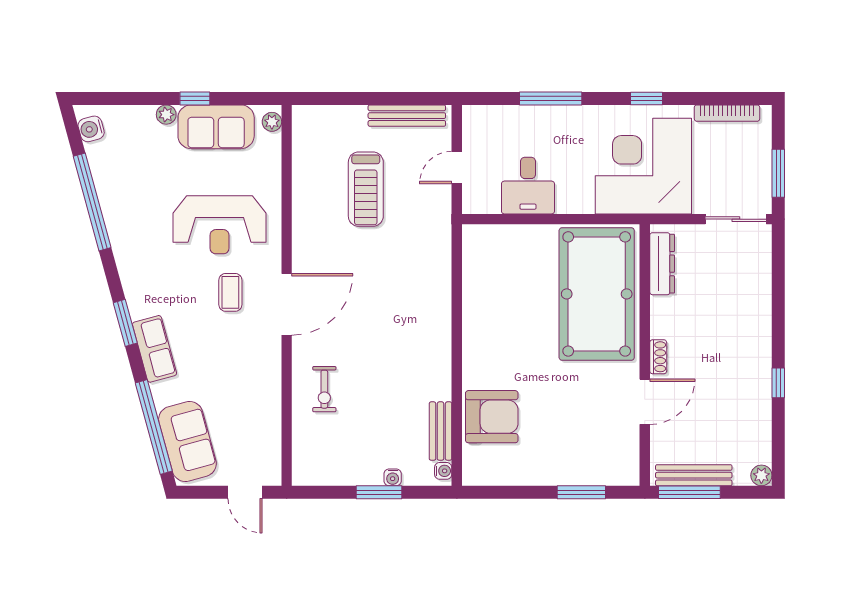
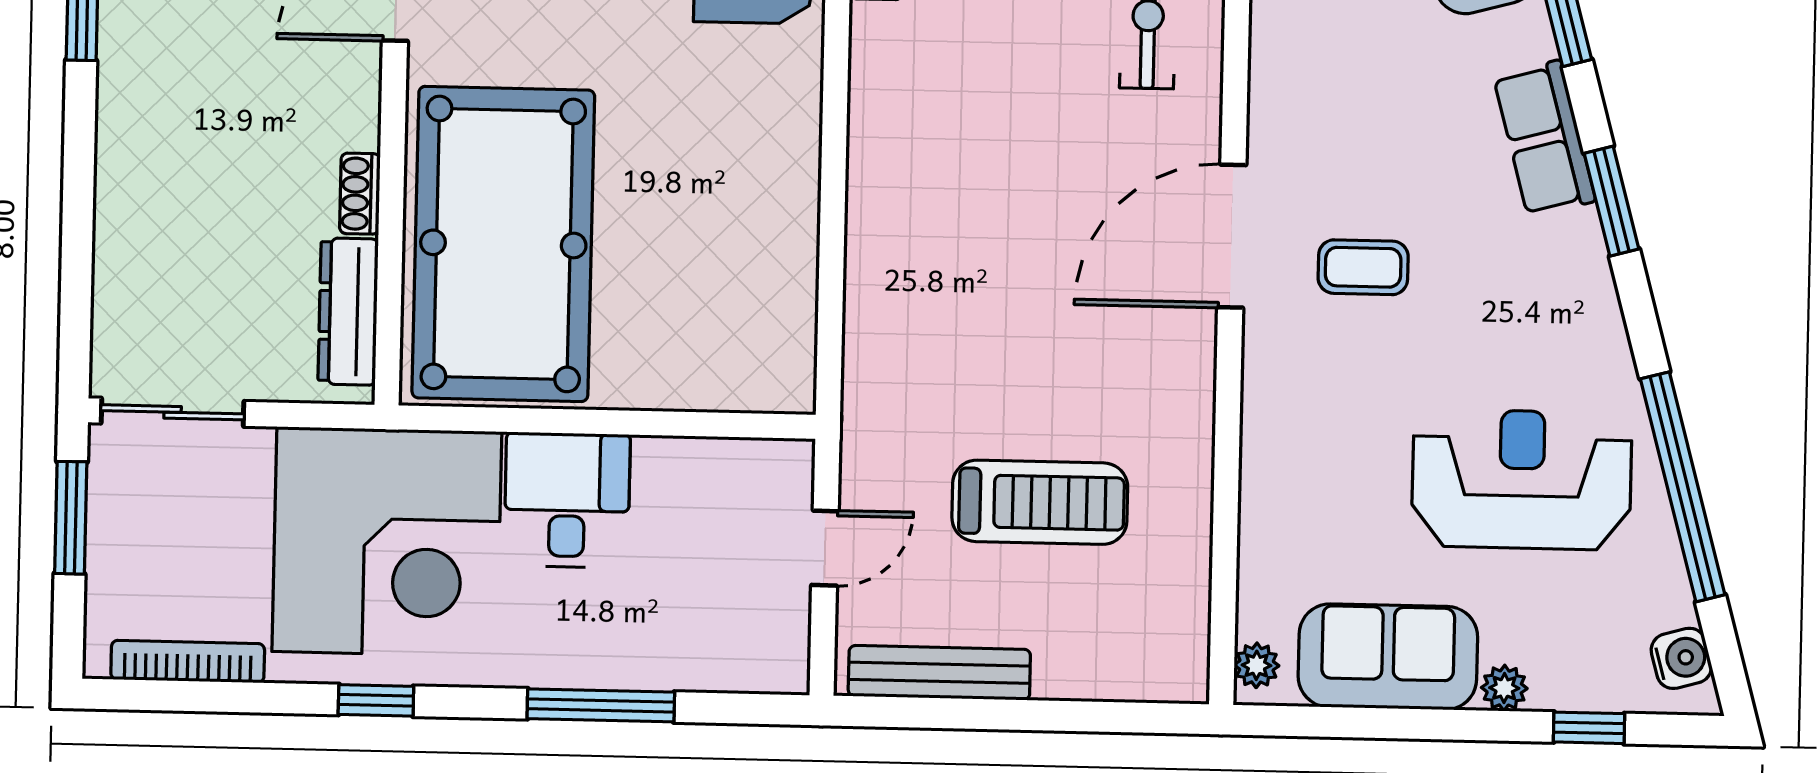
window: (195, 98) -> (1589, 728), moved
desk: (528, 186) -> (567, 500), moved
treadmill: (366, 189) -> (1040, 502), turned 90
reception desk: (220, 225) -> (1522, 479), moved
coffee table: (230, 292) -> (1363, 267), turned 90
shoe rack: (658, 357) -> (360, 194), moved

